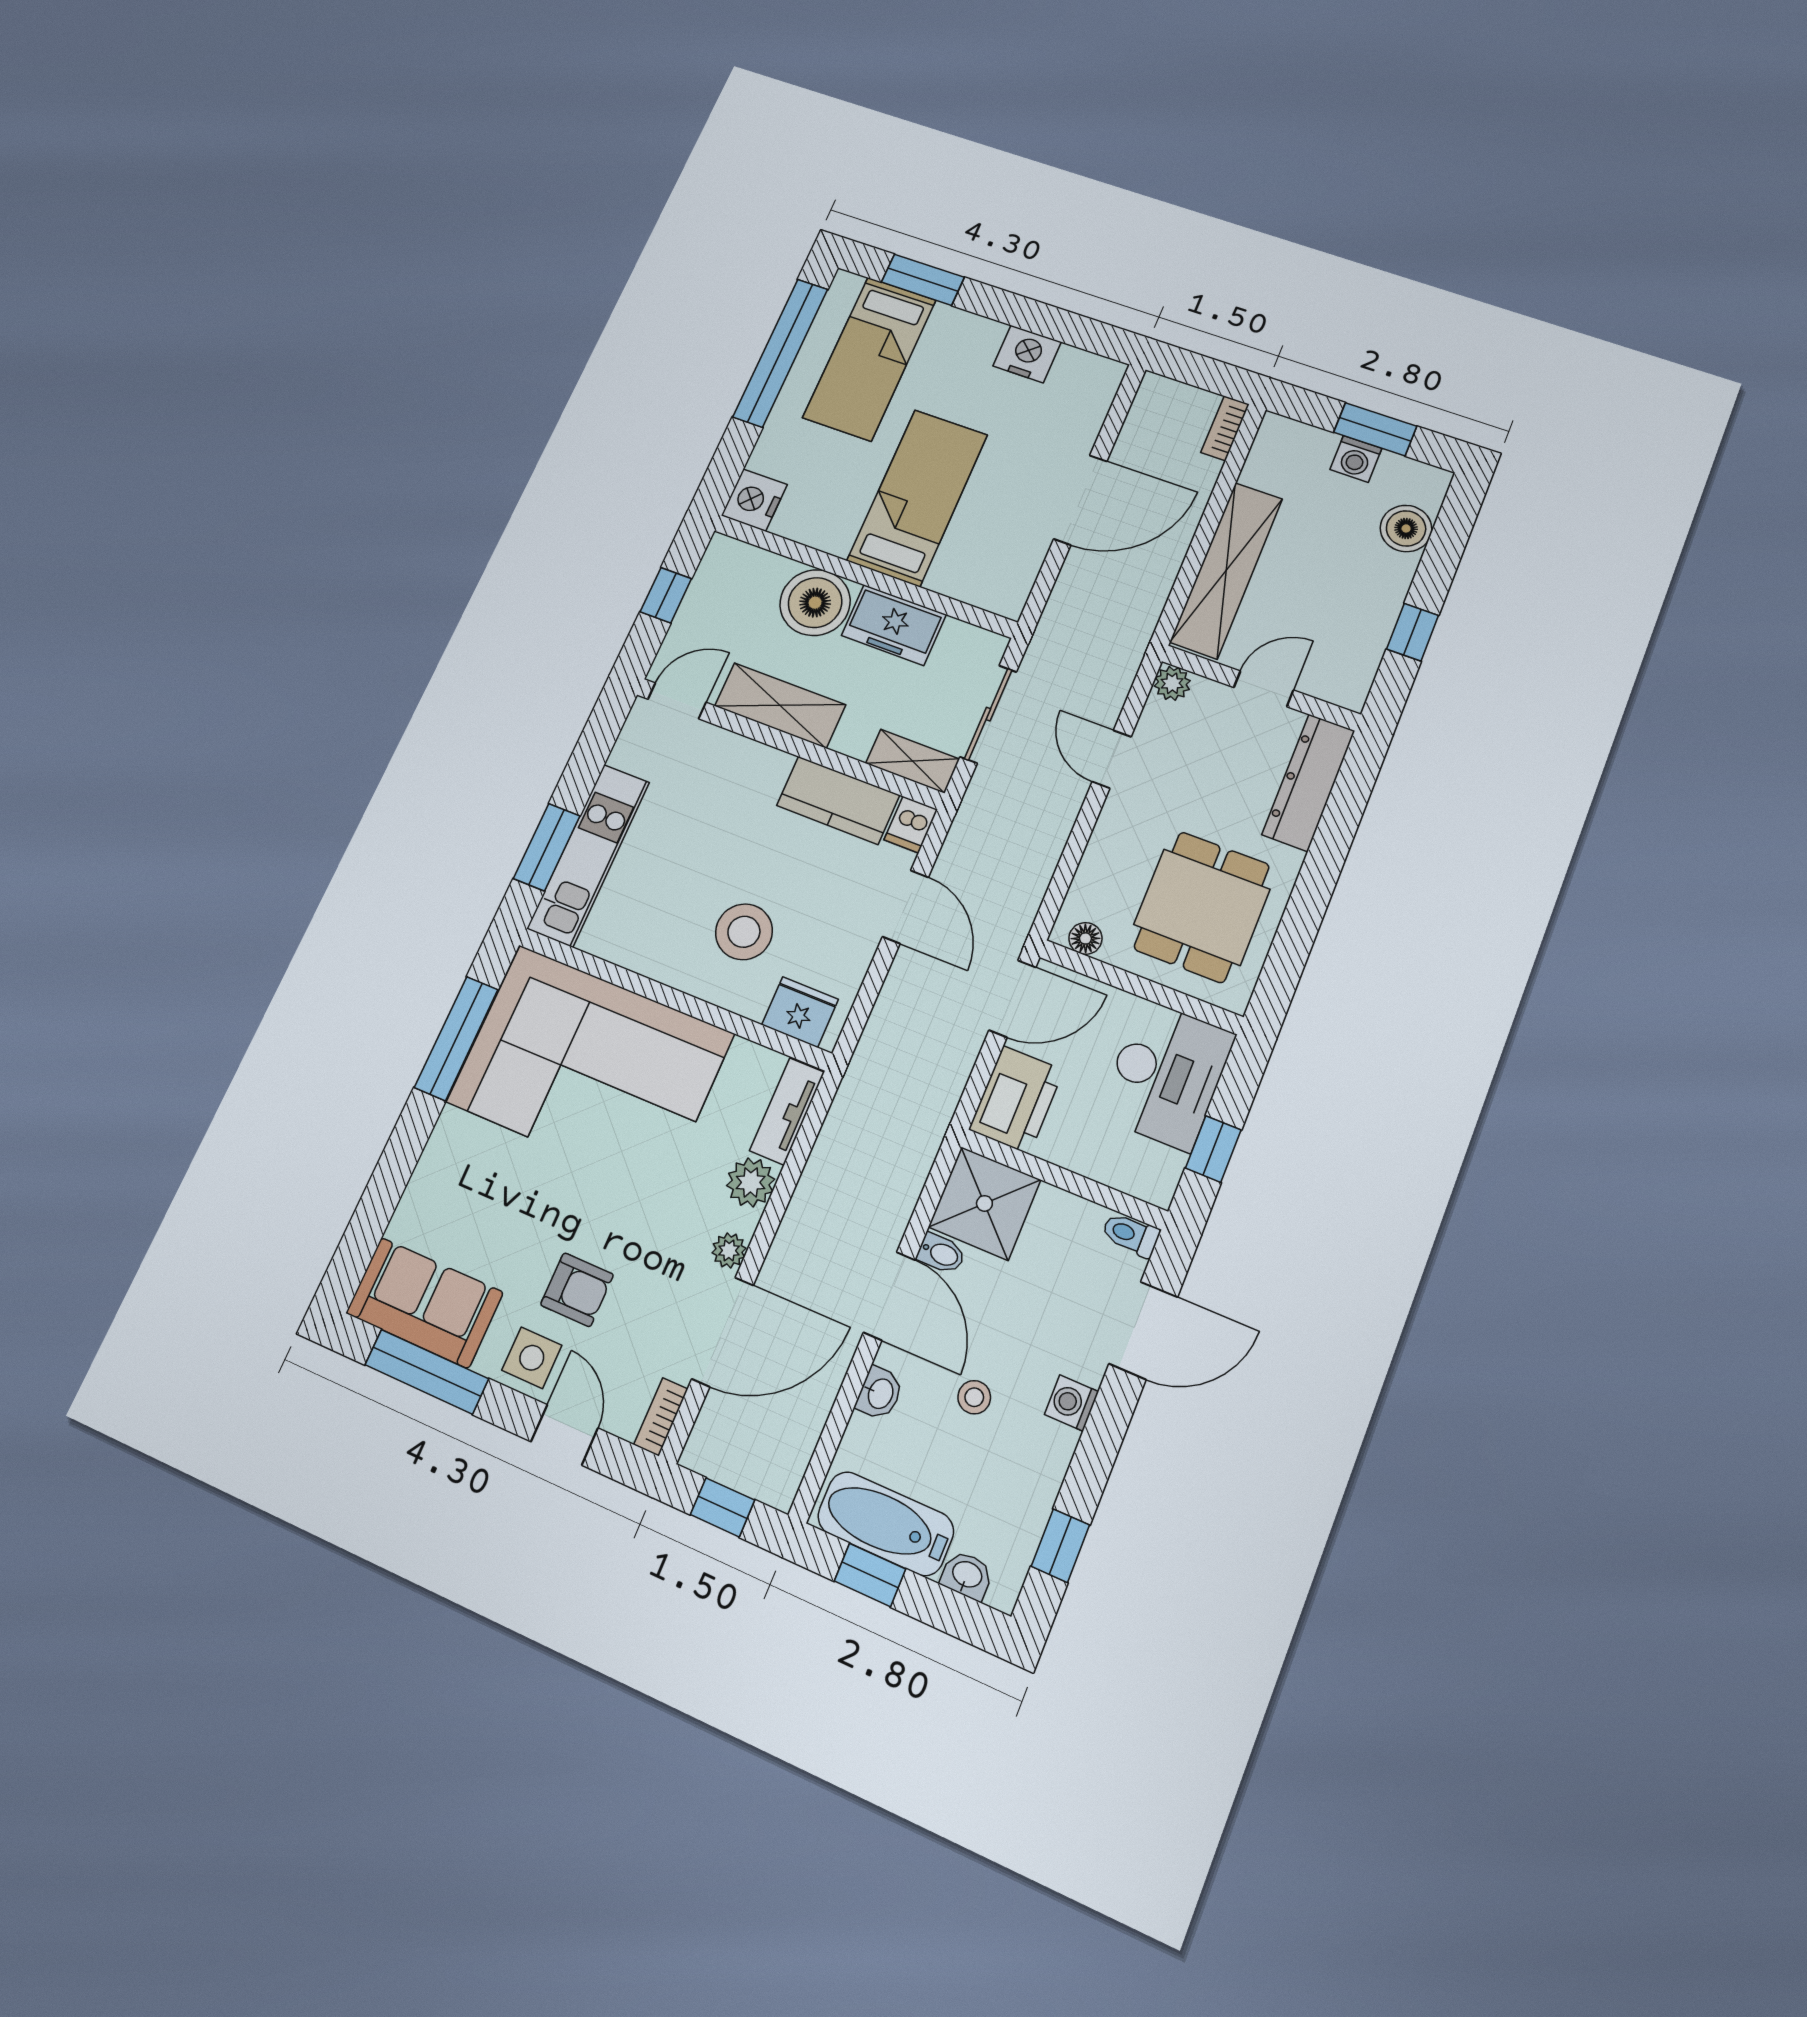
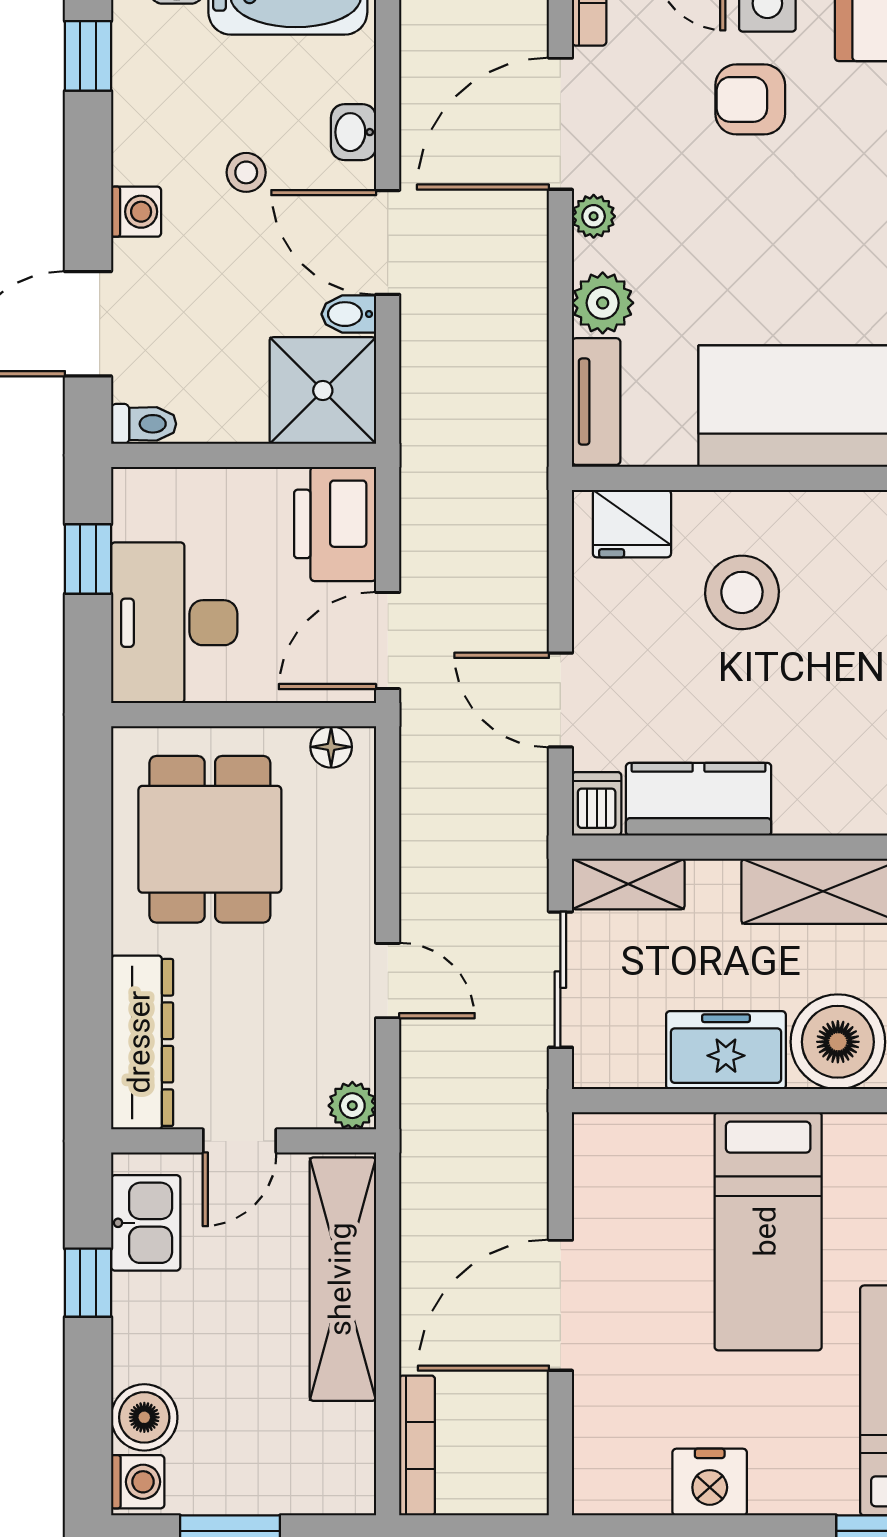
bookcase: (1225, 428) -> (417, 1445), width x1.56
washing machine: (1356, 459) -> (138, 1482), moved, turned 90
kitchen sink: (1354, 658) -> (146, 1223), added

